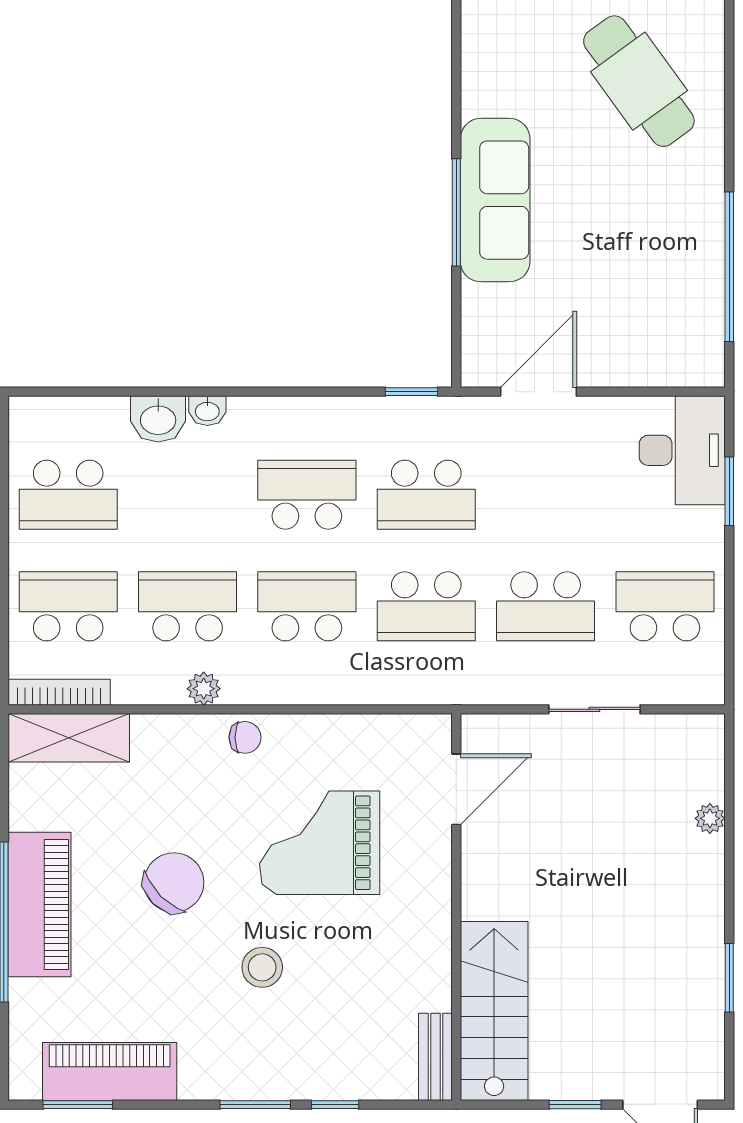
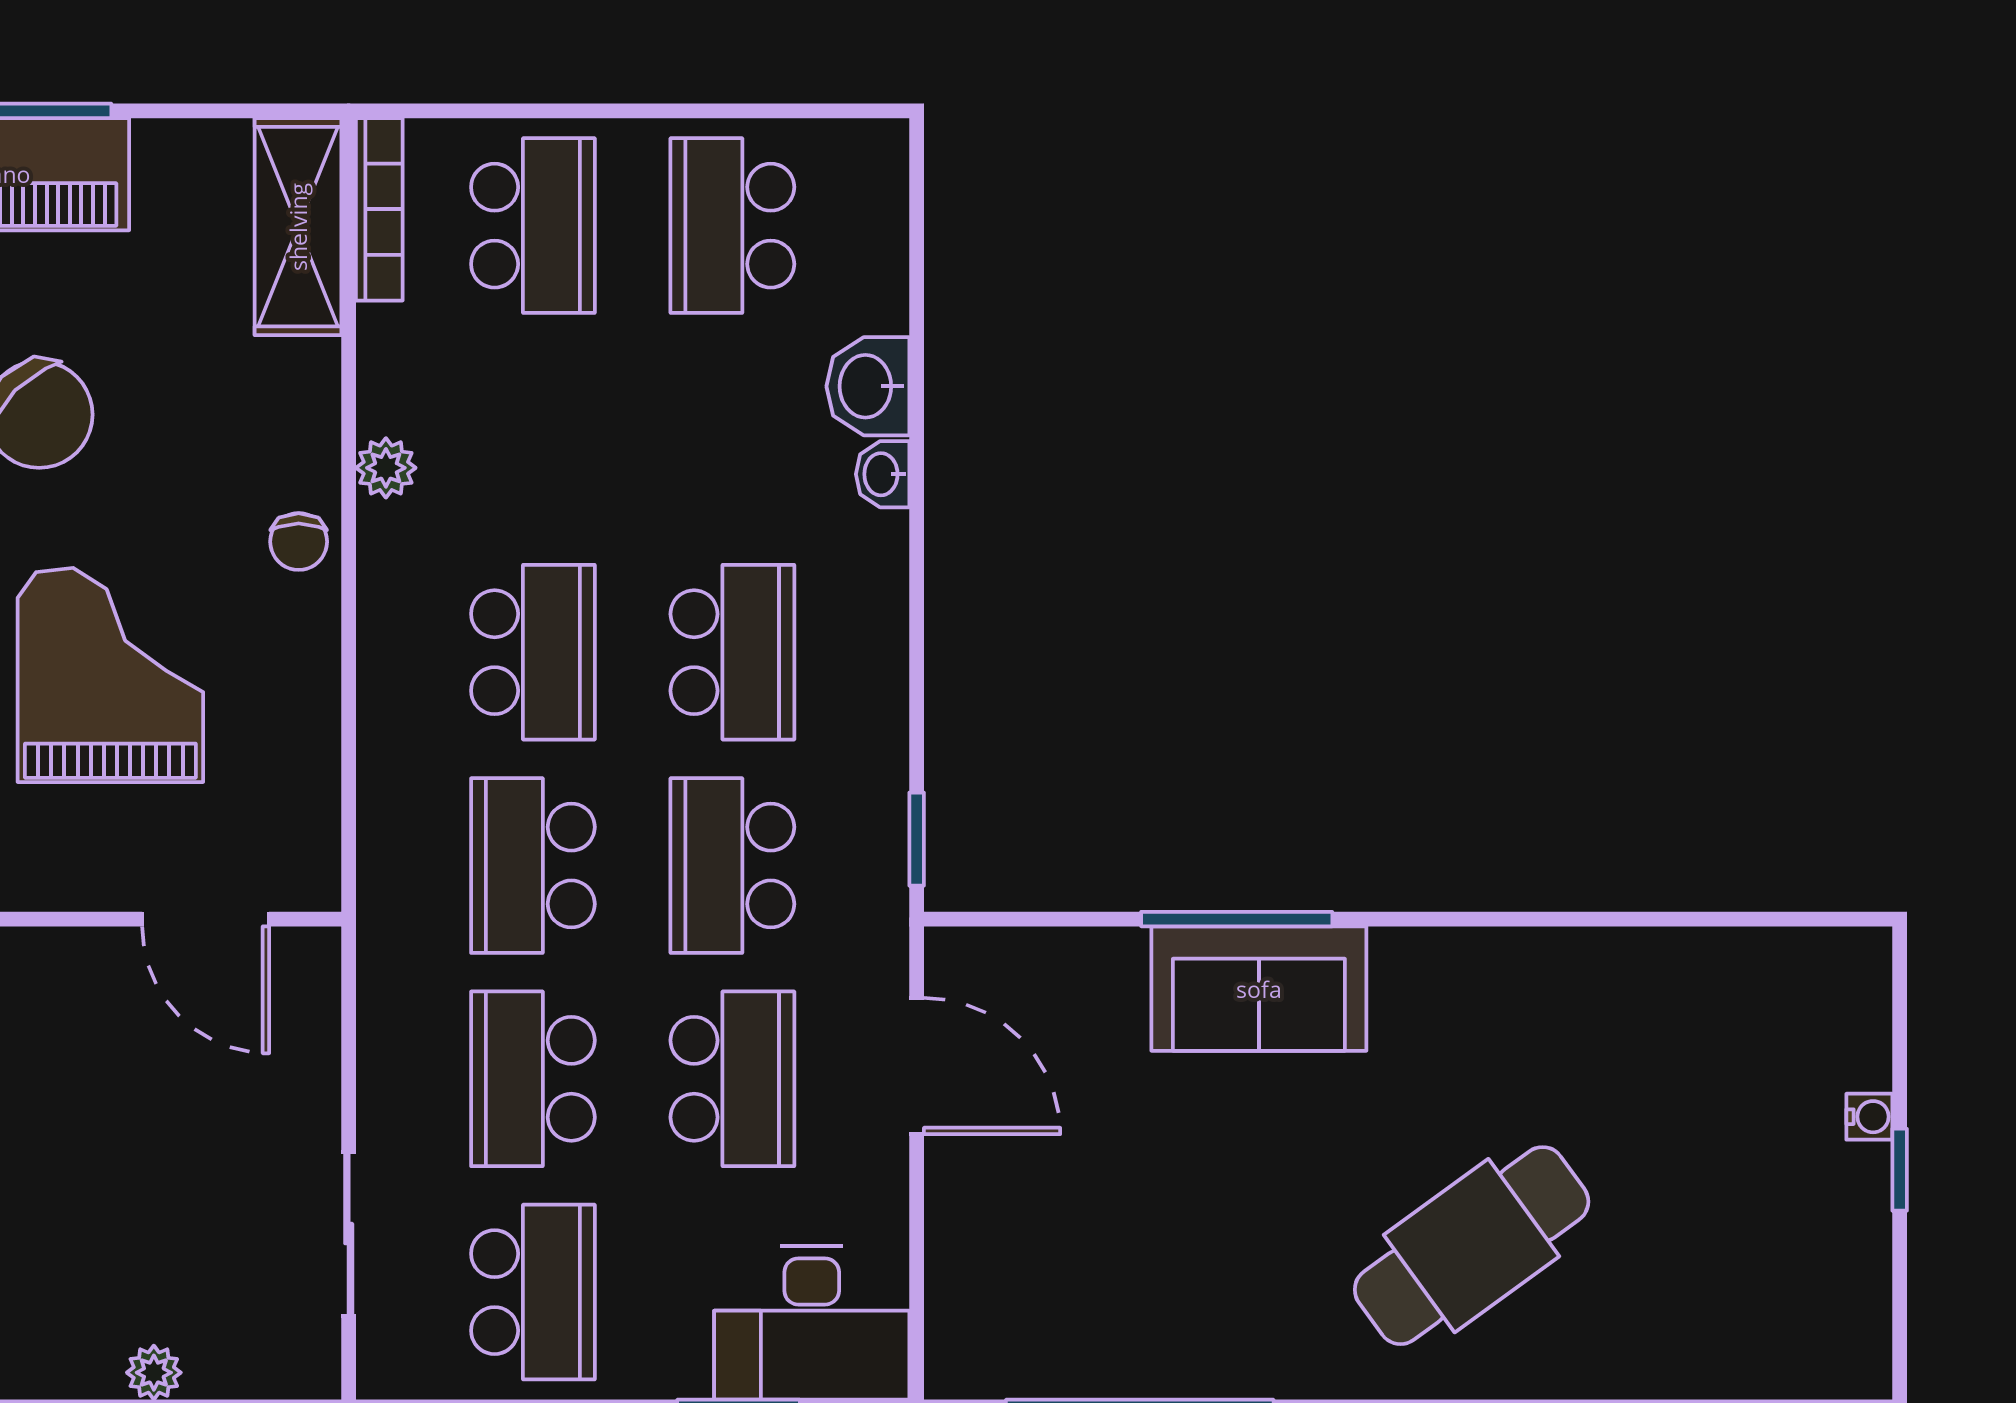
sofa: (495, 200) -> (1259, 989), width x0.73
school desk: (188, 606) -> (732, 1079), moved
sliding door: (594, 709) -> (349, 1234), moved

